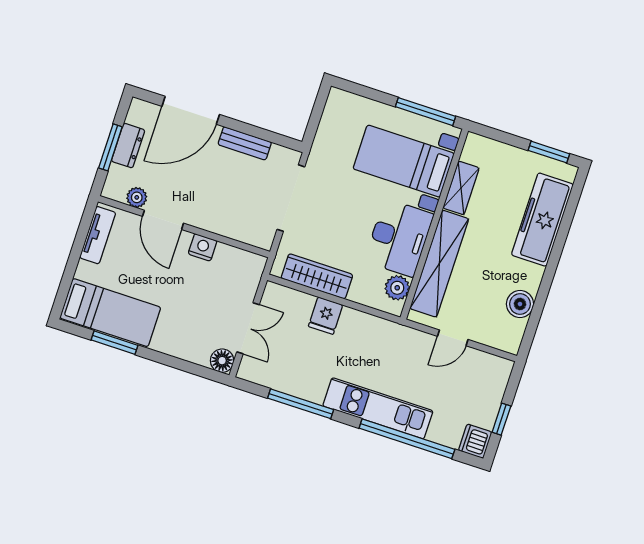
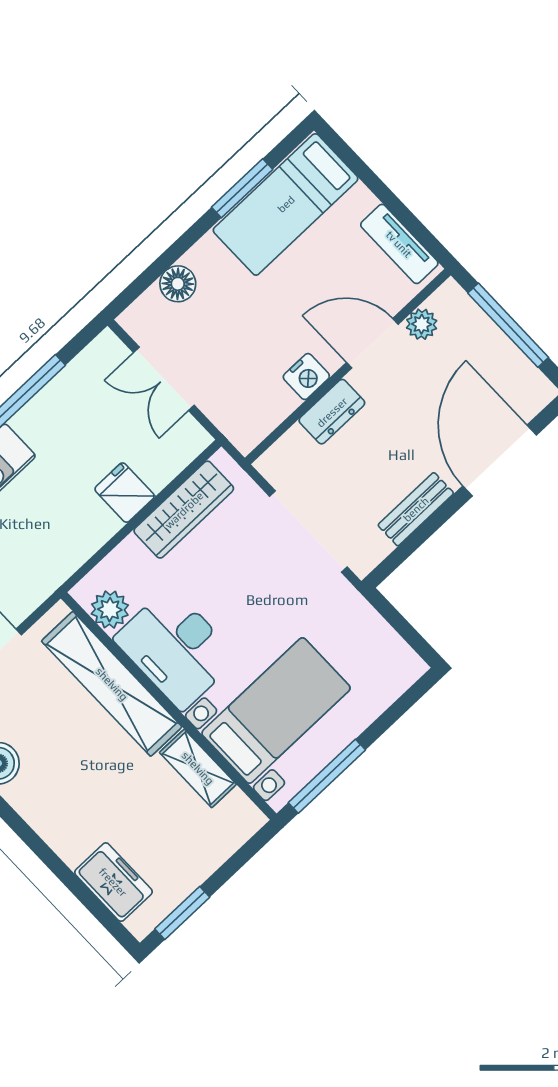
dresser: (128, 146) -> (332, 412), moved, turned -90
window: (110, 147) -> (508, 325), width x1.44
freezer: (542, 220) -> (113, 882), width x0.52, depth x0.79
floor lamp: (222, 361) -> (178, 284), moved

